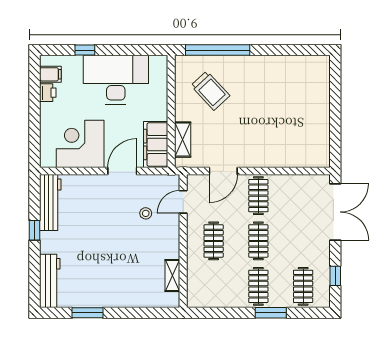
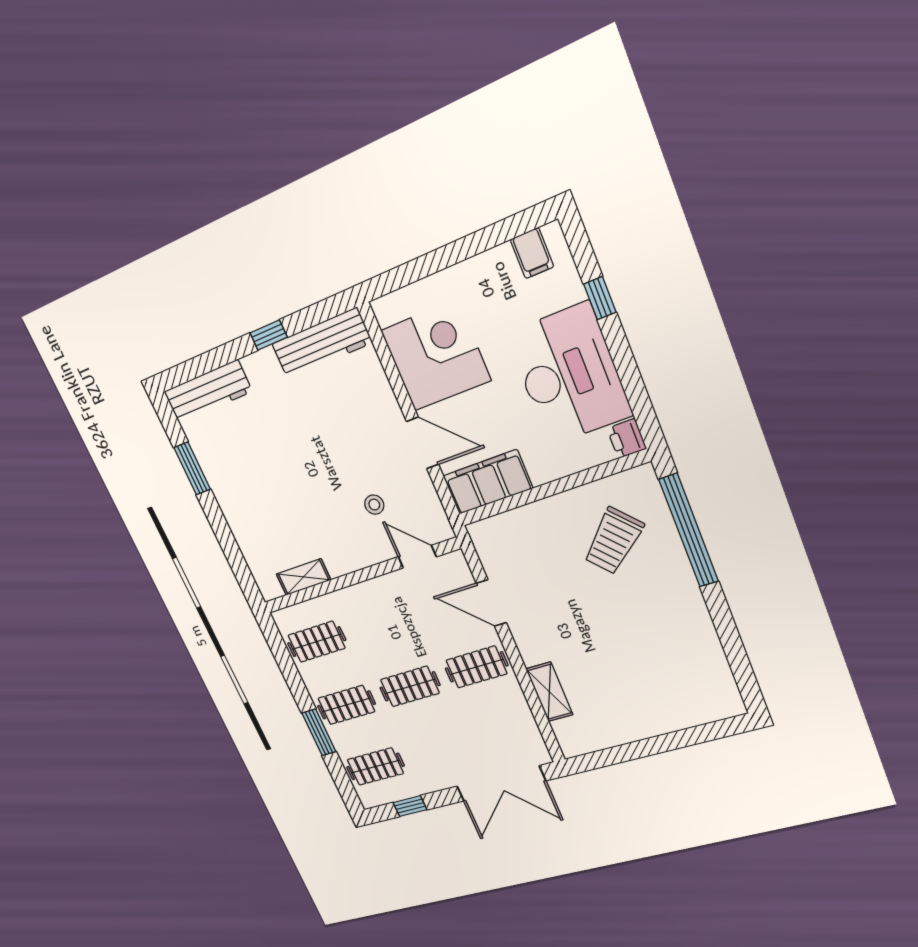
printer: (48, 93) -> (627, 439), moved, turned 90
shelving: (183, 140) -> (549, 692), moved, turned 90
clothes rail: (214, 241) -> (317, 642), moved

